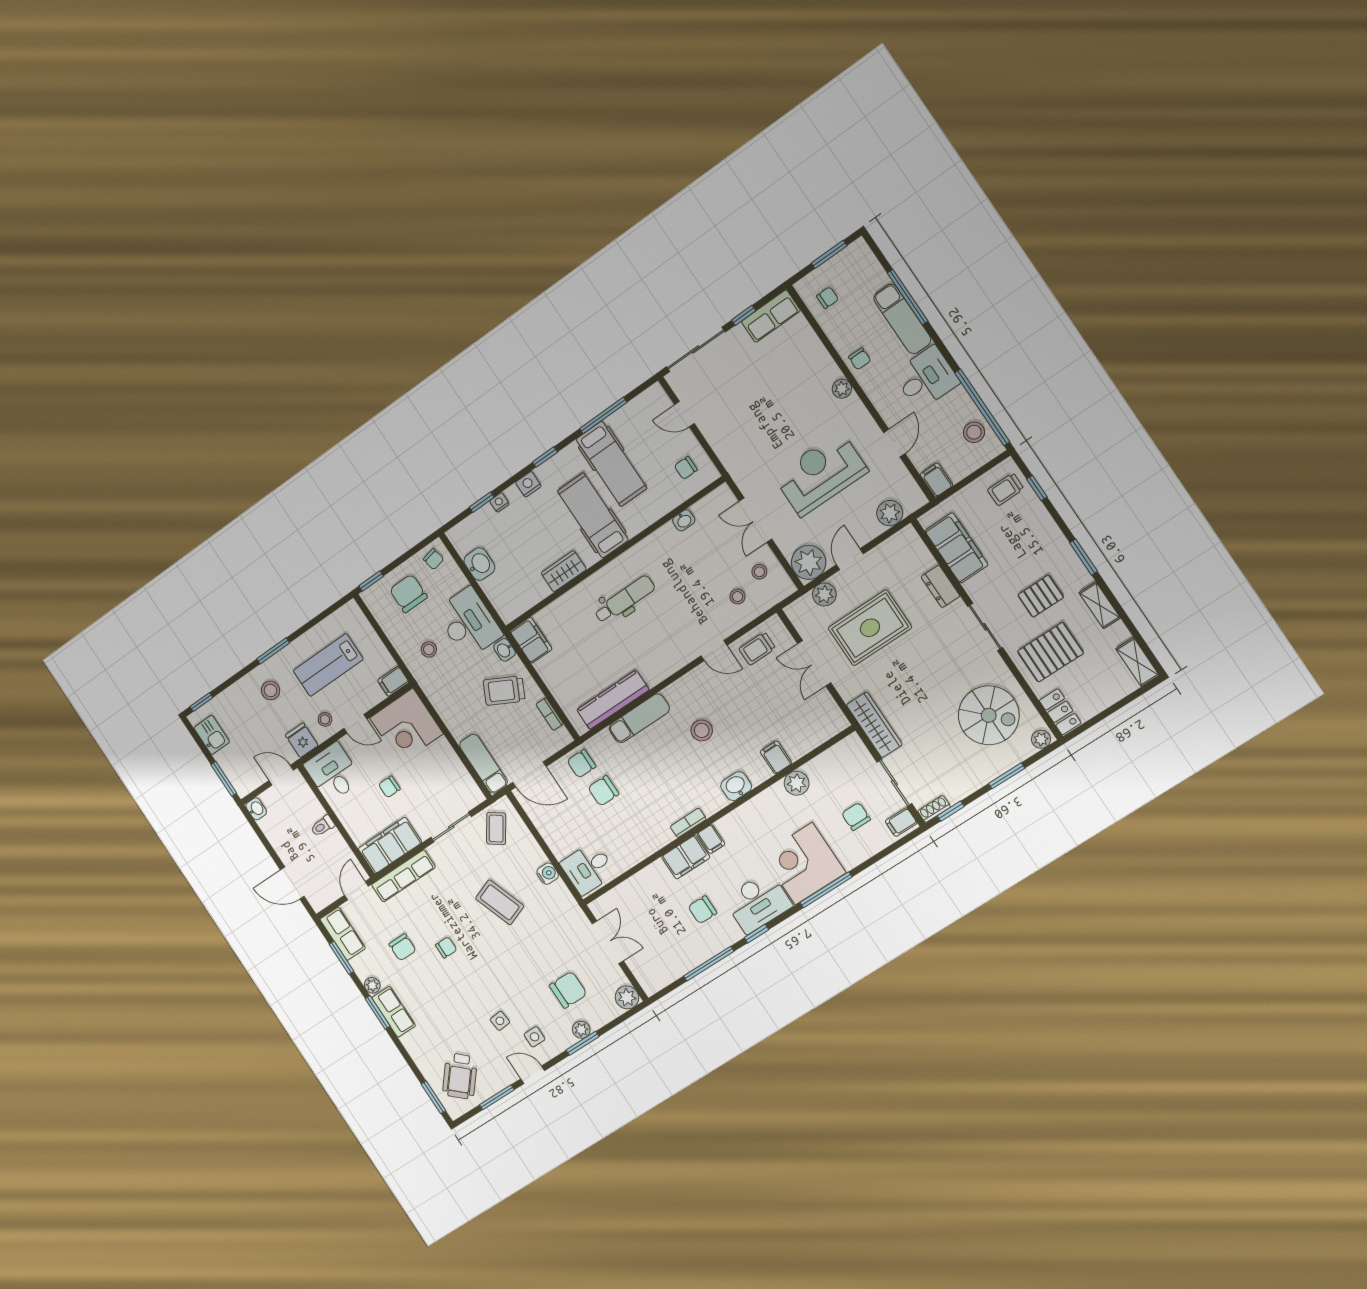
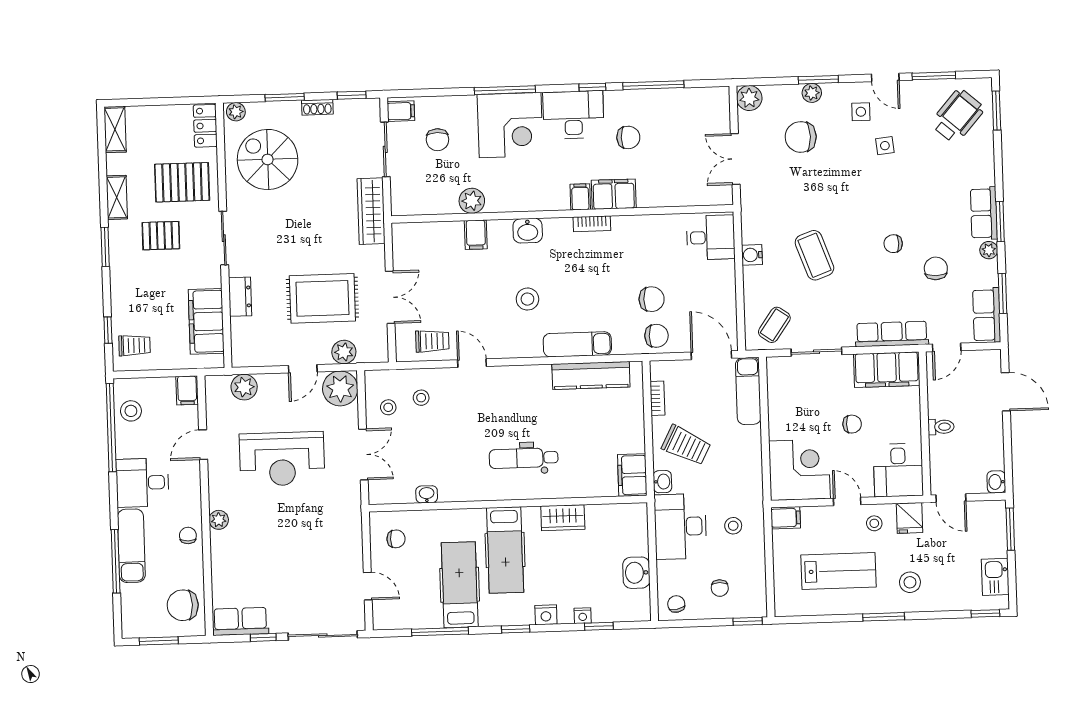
chair: (827, 298) -> (183, 605), width x1.87, depth x1.87
chair: (408, 593) -> (720, 588), width x0.54, depth x0.54
shoe rack: (934, 809) -> (317, 107), moved

